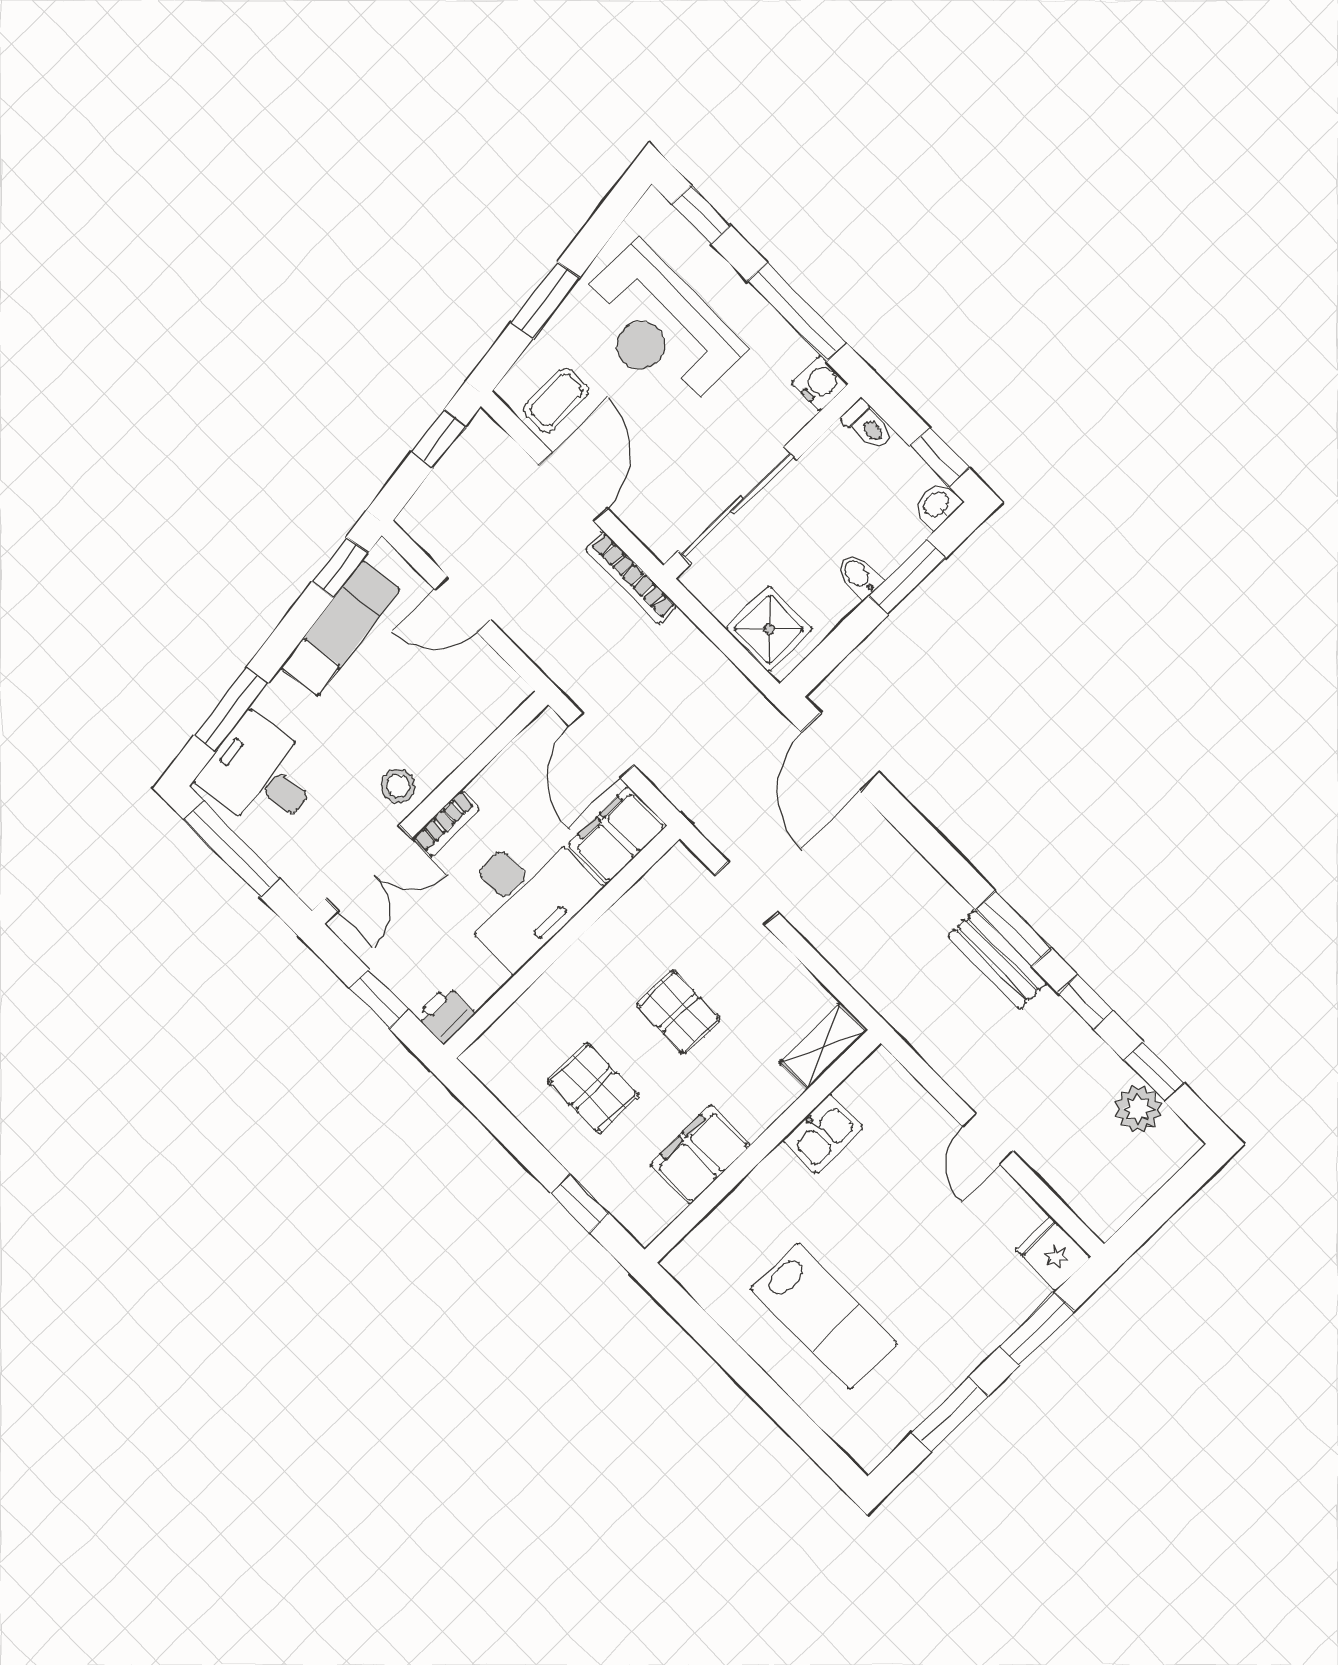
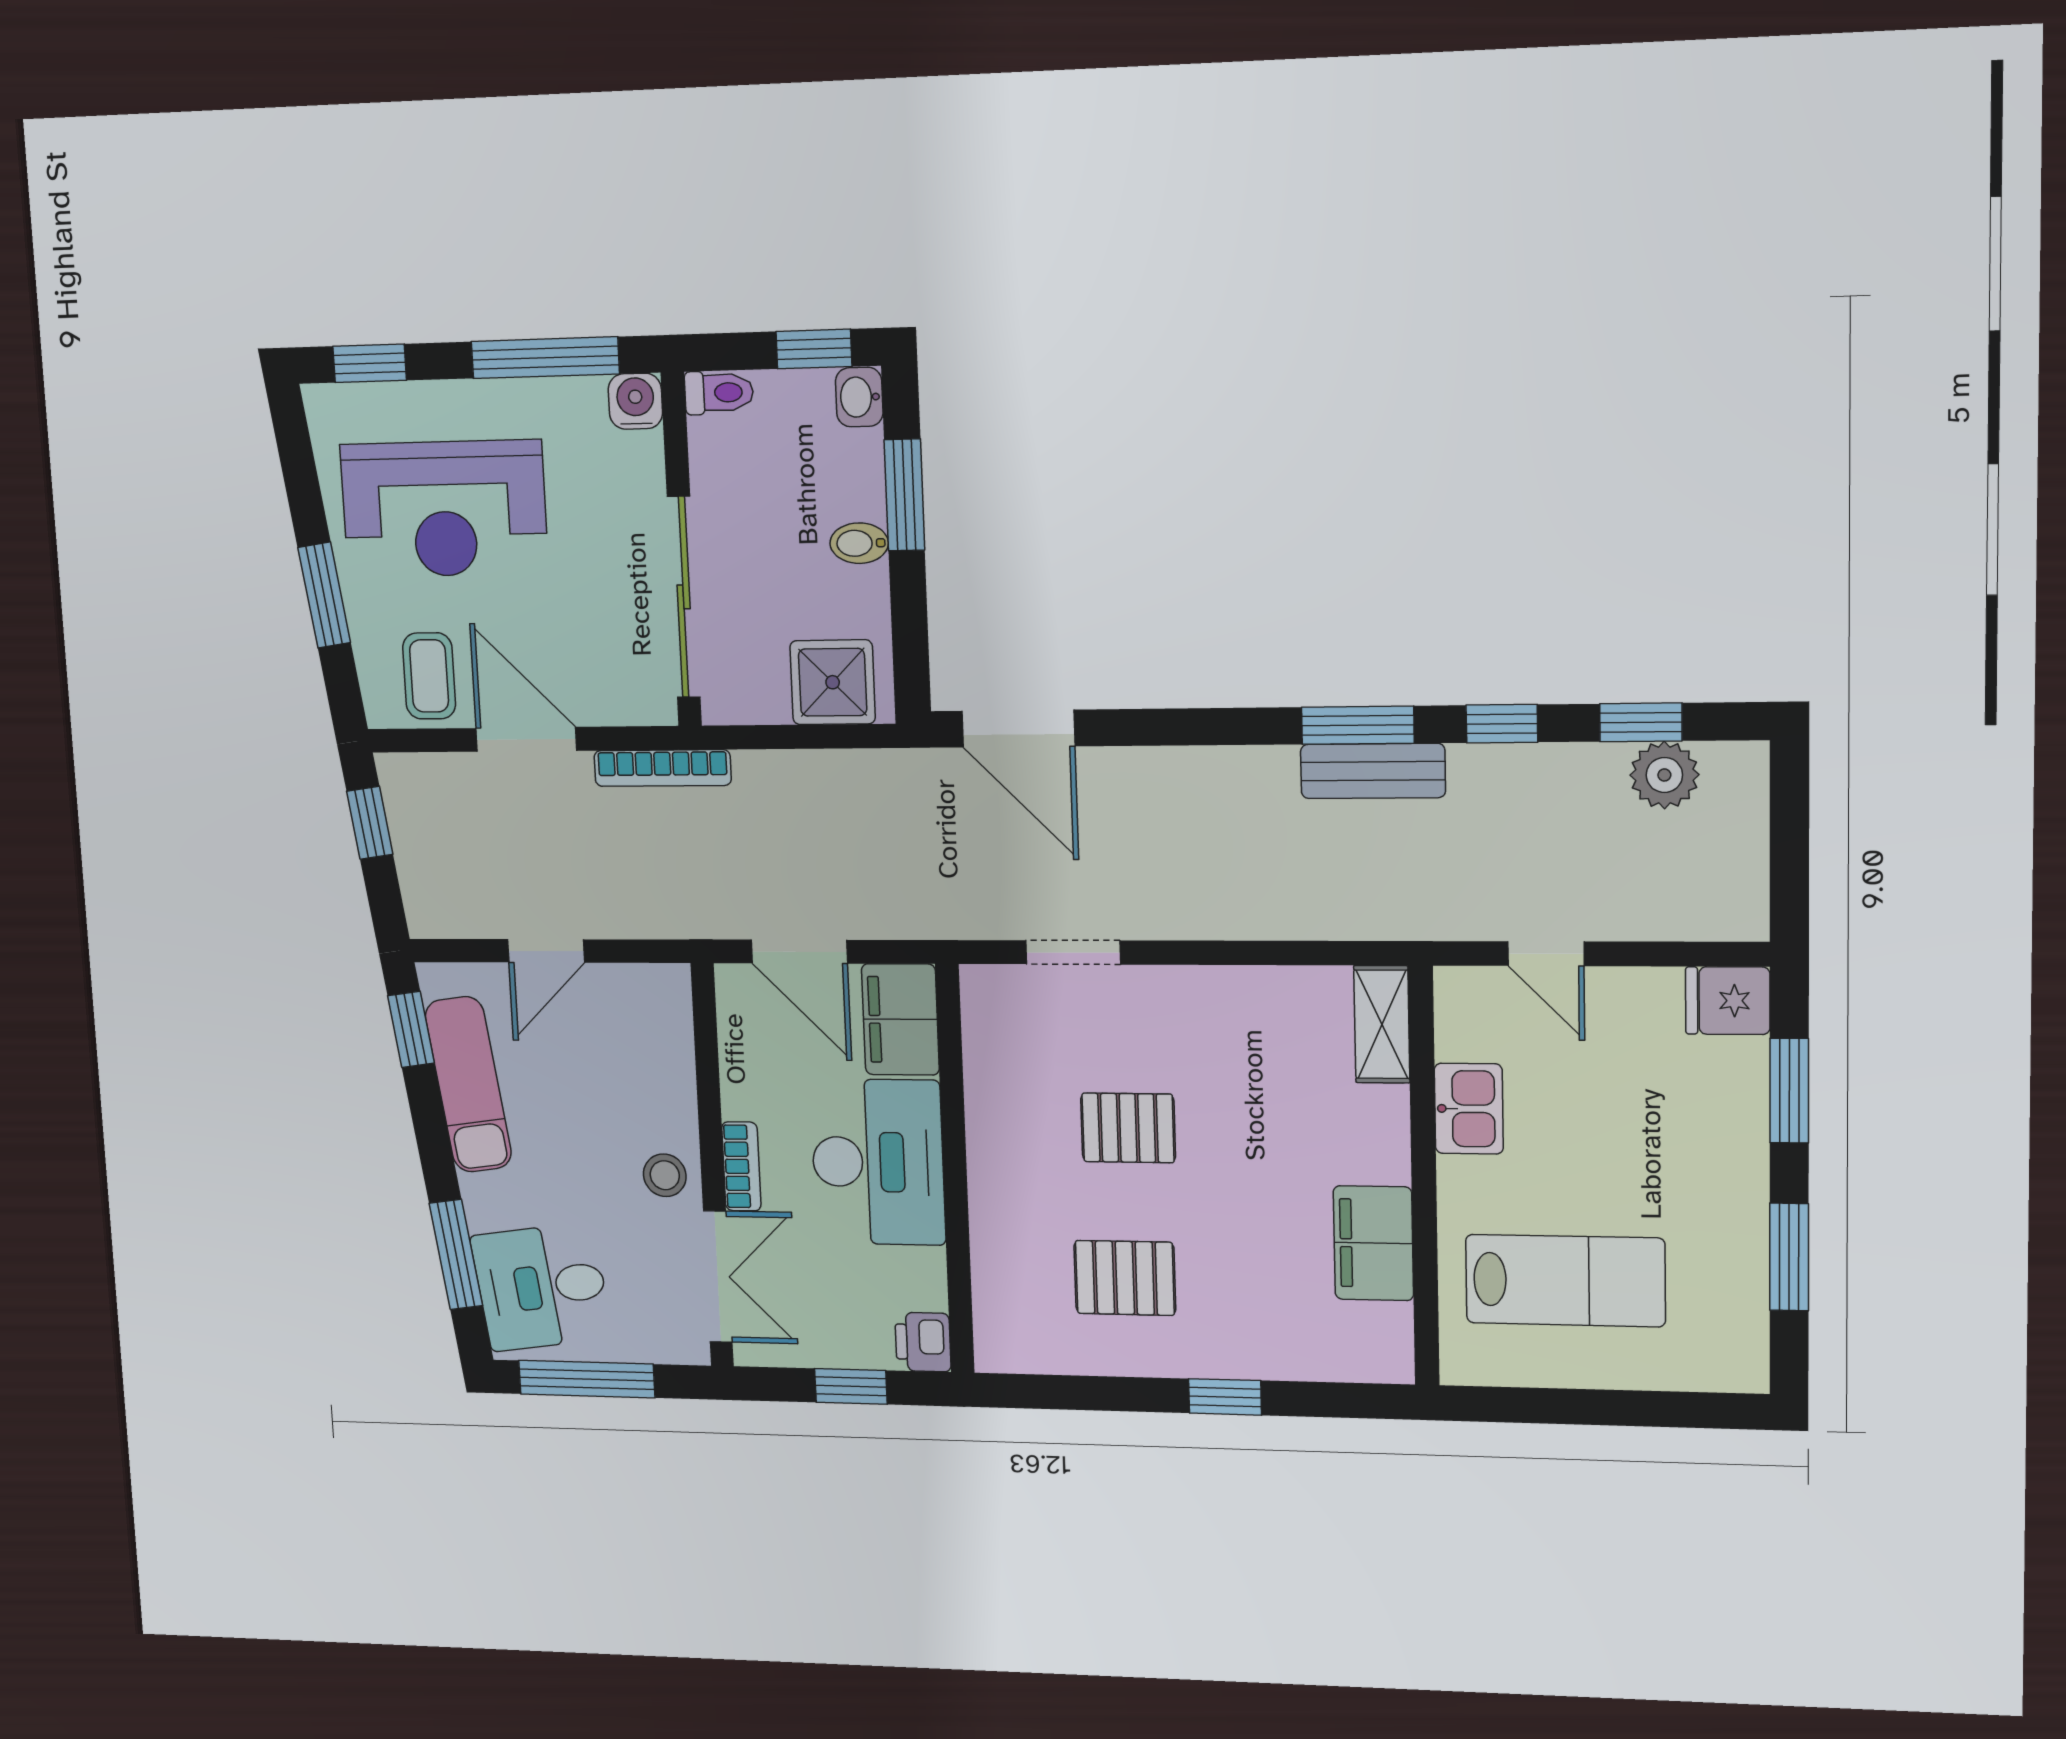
shelving: (824, 1046) -> (1382, 1024), moved
kitchen sink: (823, 1134) -> (1469, 1109), moved
wall: (763, 1146) -> (1424, 1177), moved
filing cabinet: (701, 1155) -> (1373, 1243), moved

